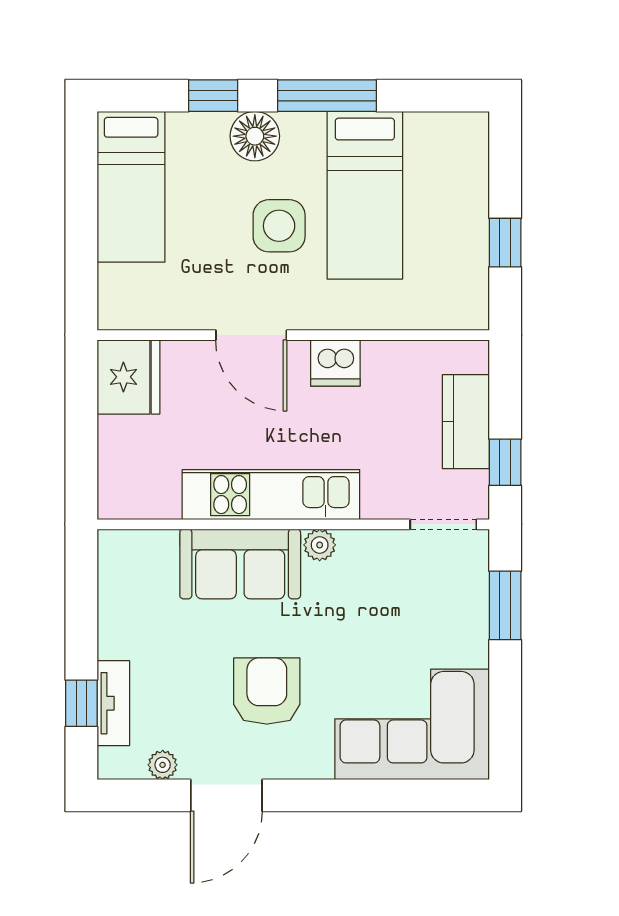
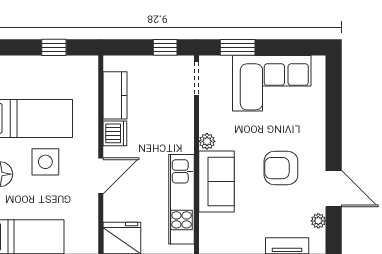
kitchen counter: (466, 422) -> (115, 95), moved, turned -90
kitchen unit: (271, 495) -> (181, 199), moved
corner sofa: (412, 724) -> (272, 83), moved, turned -90

